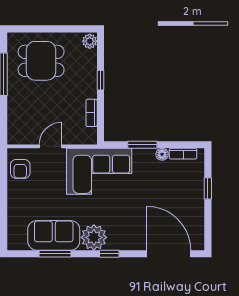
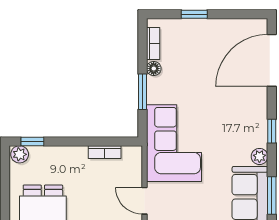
window: (101, 80) -> (32, 141), moved
plant: (94, 237) -> (259, 156), width x0.53, depth x0.53

